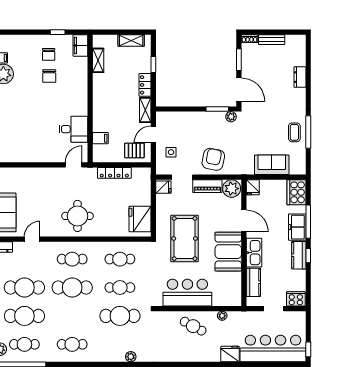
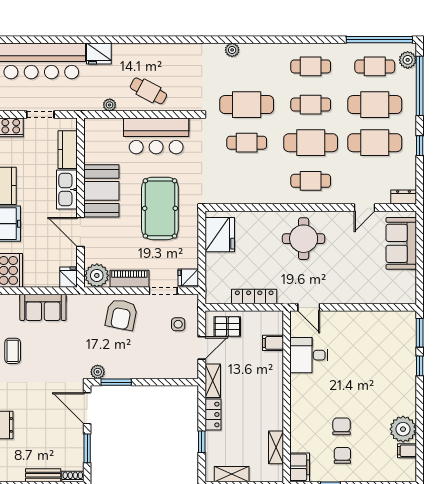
door: (74, 165) -> (309, 307), hinge flipped
cafe table: (120, 259) -> (311, 105), moved

